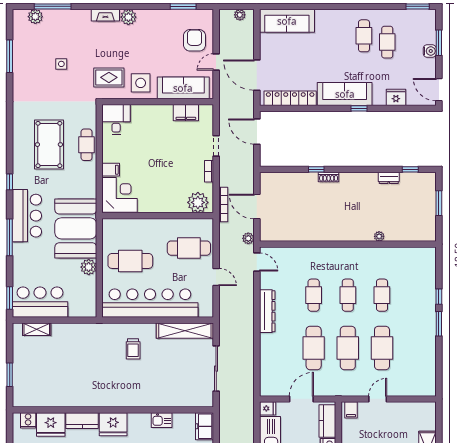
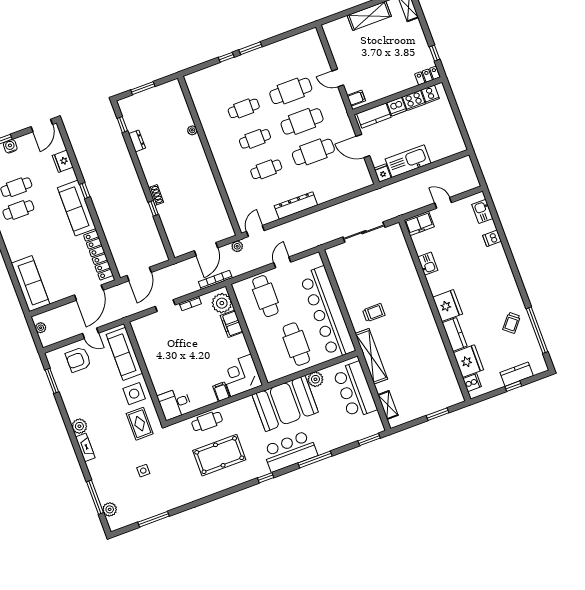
filing cabinet: (186, 113) -> (232, 324), moved, turned 180
bar counter: (40, 302) -> (355, 390), moved
shelving: (185, 331) -> (371, 356), moved

